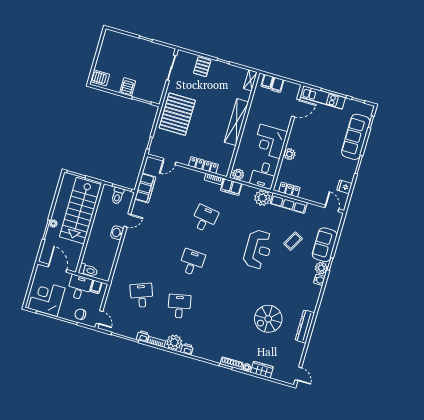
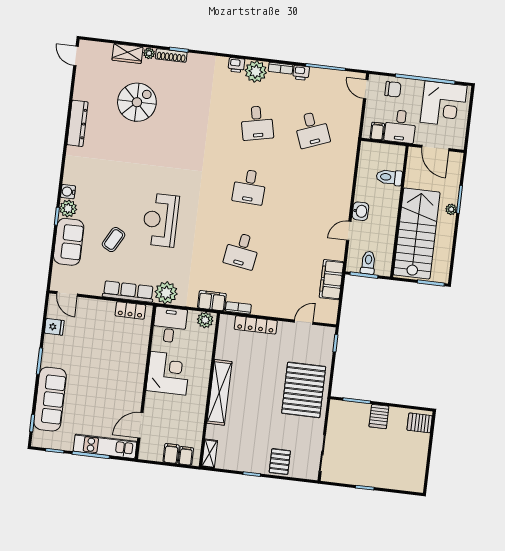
plant: (289, 154) -> (138, 360), removed
toilet: (88, 270) -> (389, 177), moved
spiral stairs: (268, 319) -> (137, 102), moved

